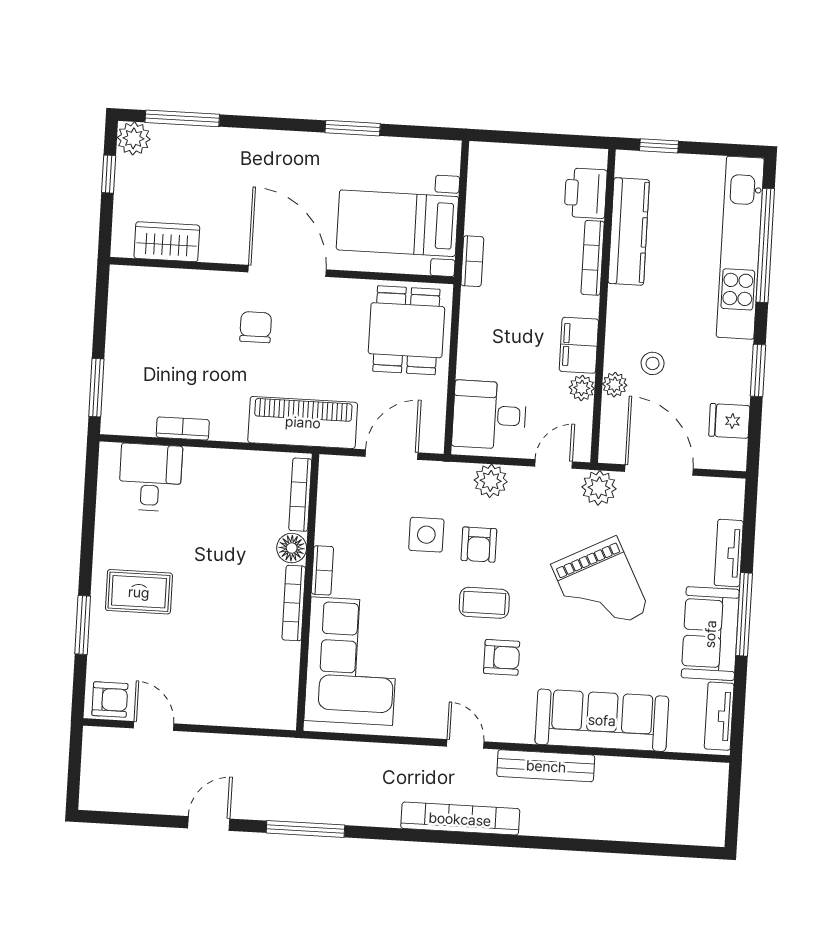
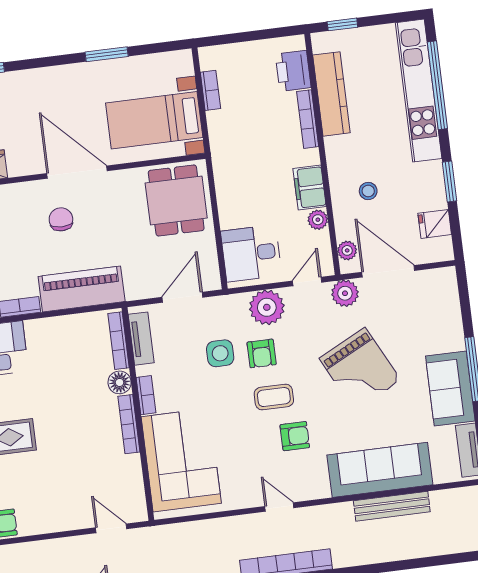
bookcase: (472, 261) -> (210, 90), moved
plant: (615, 385) -> (347, 250), moved
piano: (303, 422) -> (82, 289), moved
plant: (491, 481) -> (267, 307), width x1.36, depth x1.36
tv unit: (729, 553) -> (141, 339), moved, turned 180
door: (154, 726) -> (111, 528), moved
bench: (546, 766) -> (392, 506), moved

